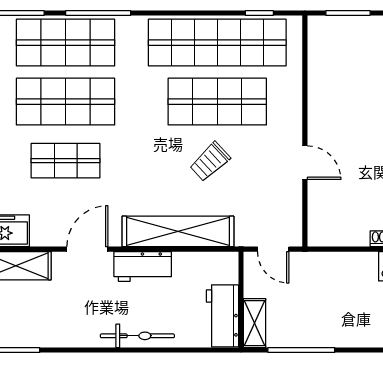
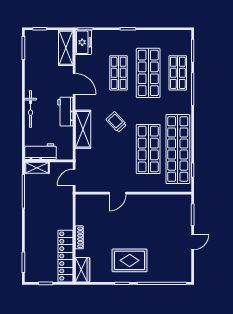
shop shelf: (66, 43) -> (178, 73), width x0.70, depth x0.74
trolley: (210, 162) -> (116, 122), moved
shelving: (178, 231) -> (83, 129), width x0.68

